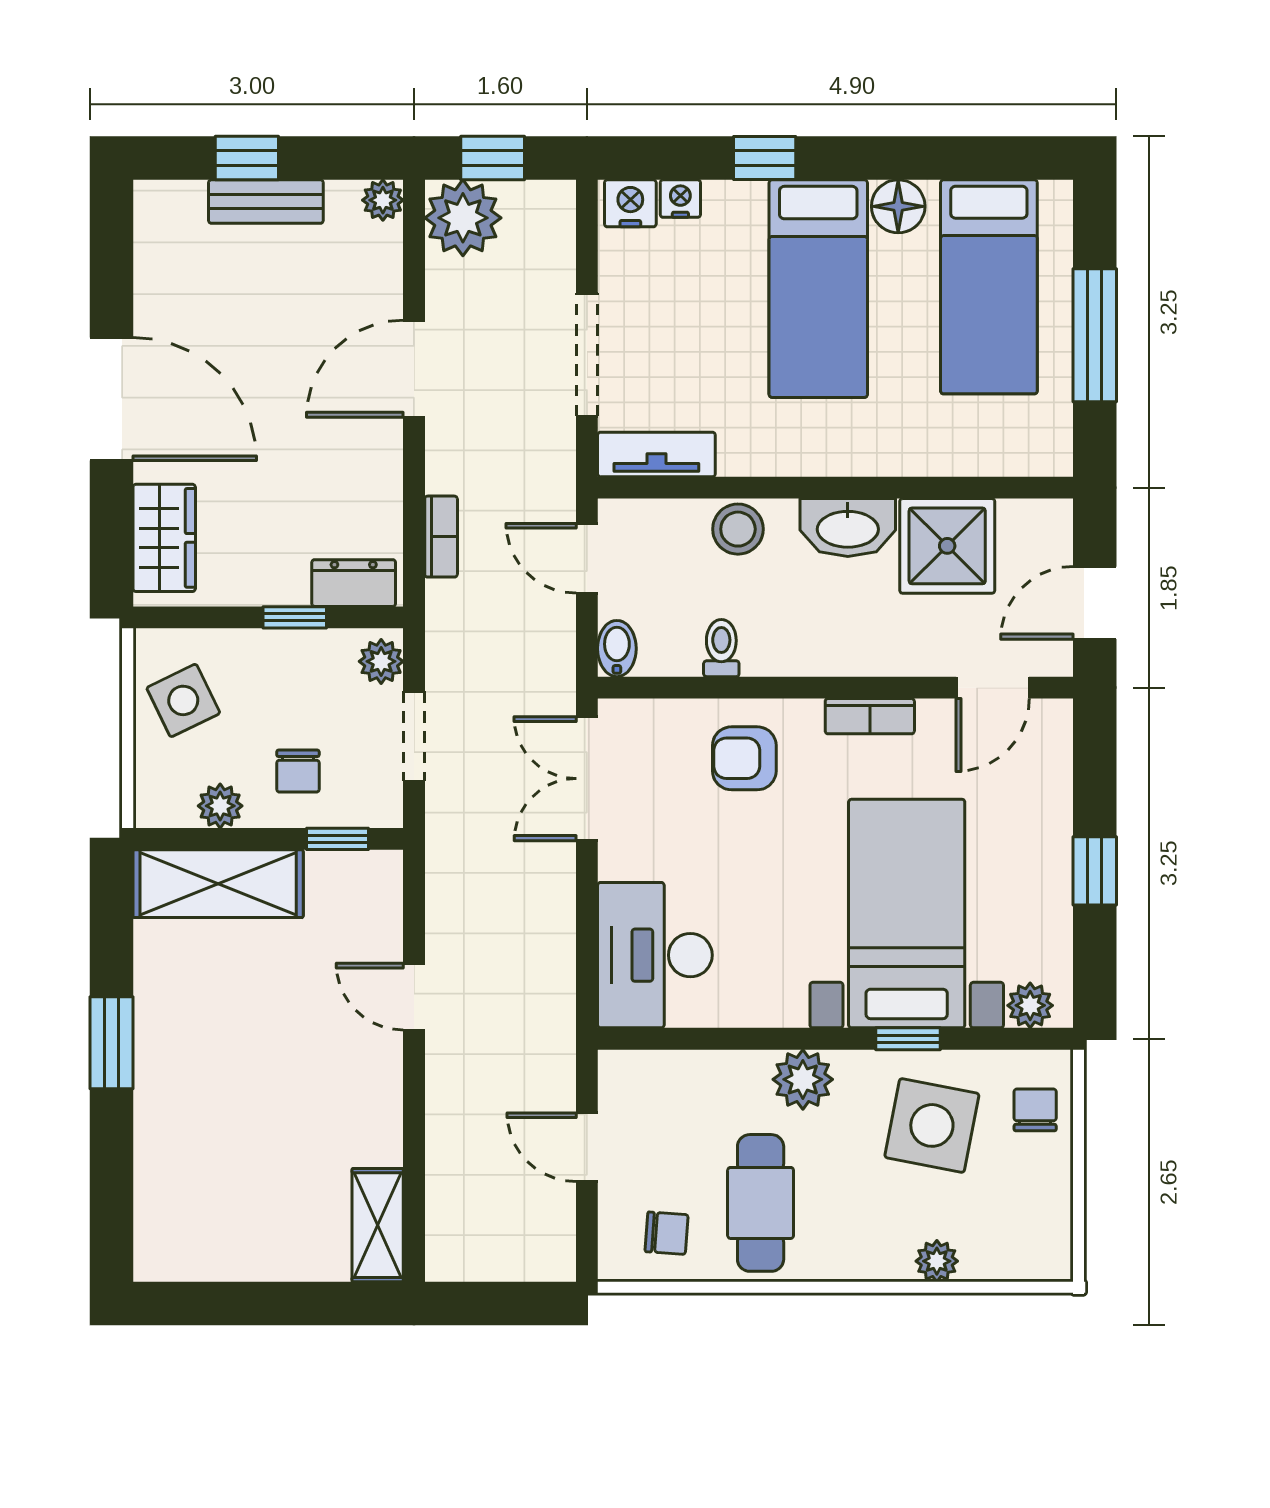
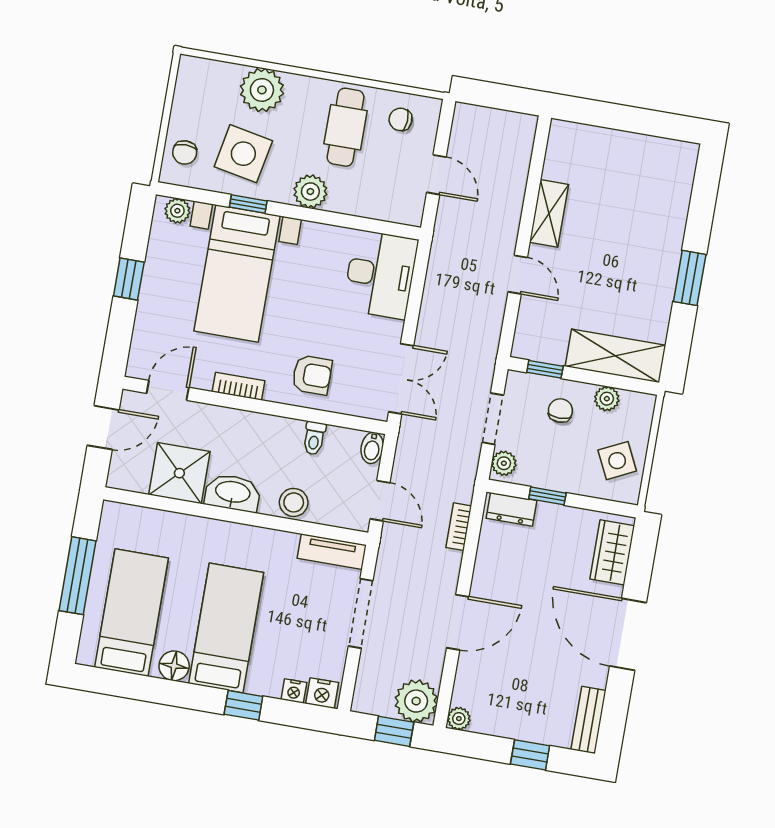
bench: (266, 202) -> (589, 720), moved, turned 90
shelving: (378, 1225) -> (549, 213), moved
plant: (937, 1261) -> (262, 90), width x1.88, depth x1.88

